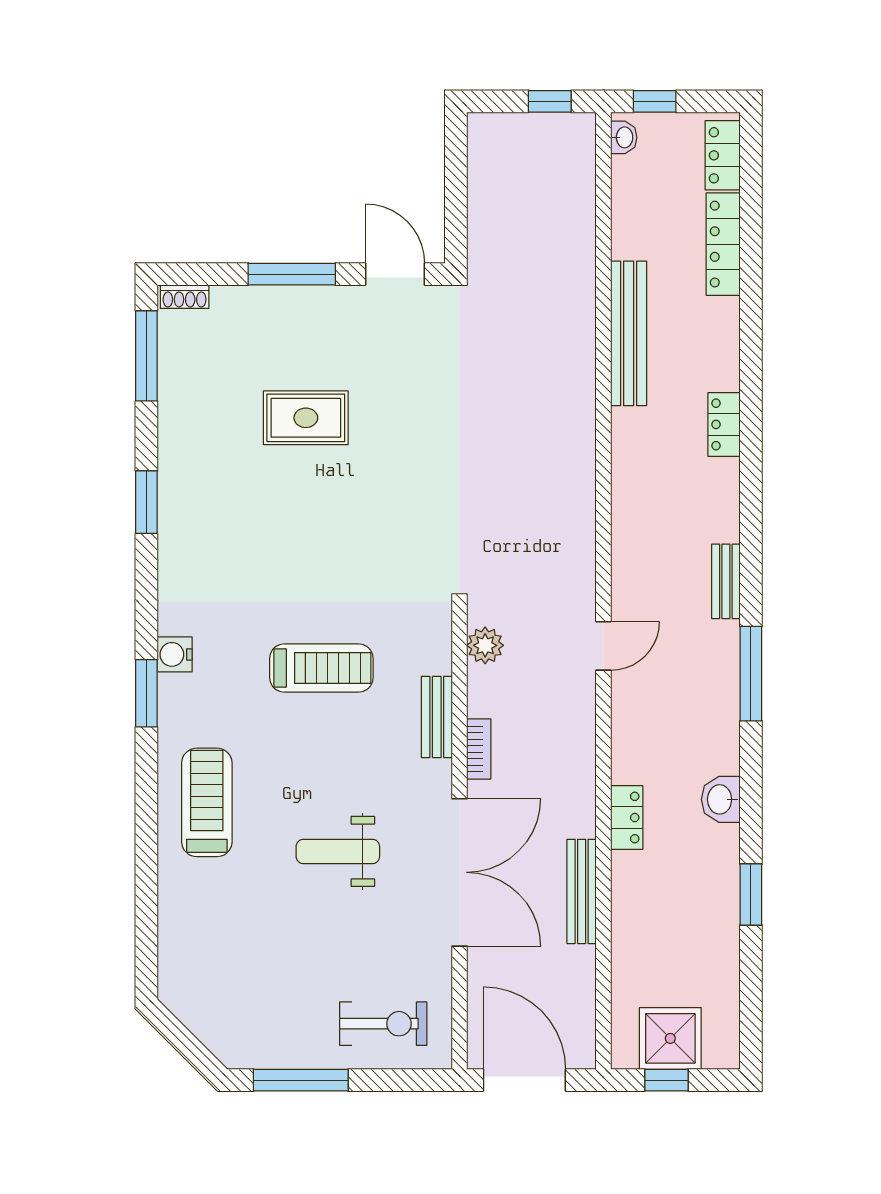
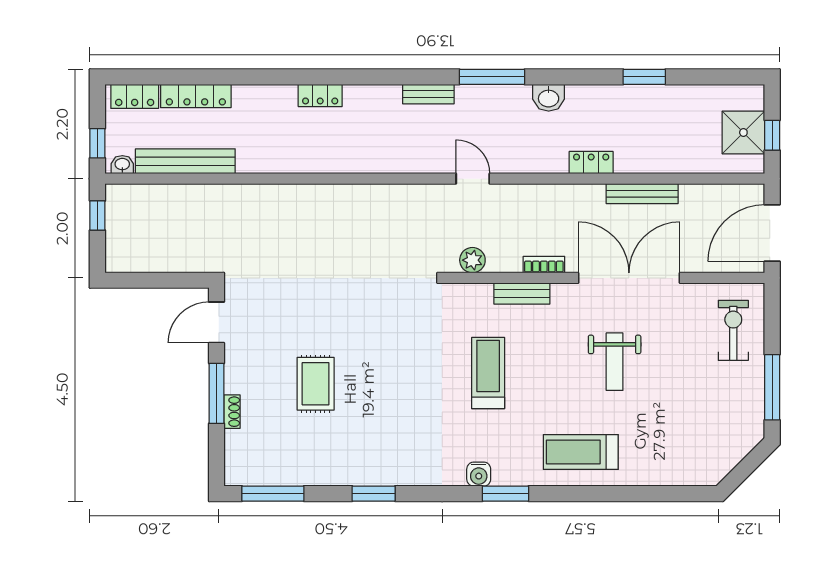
shoe rack: (185, 297) -> (232, 412), moved
bench: (629, 333) -> (185, 161), moved
washbasin: (721, 799) -> (549, 98), moved

